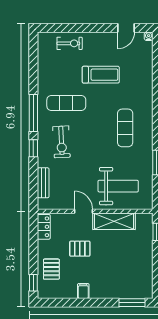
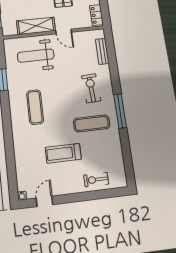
window: (33, 148) -> (115, 80), removed

